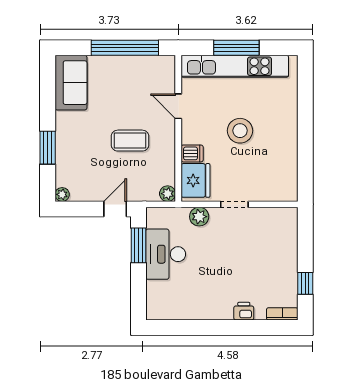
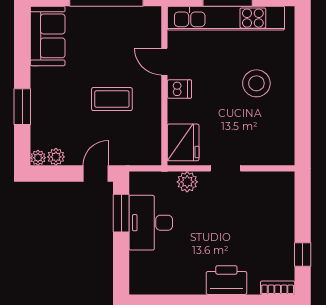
stool: (240, 131) -> (256, 83), moved
dishwasher: (192, 153) -> (179, 89), moved
plant: (168, 194) -> (56, 157), moved
printer: (244, 311) -> (226, 280), width x1.87, depth x1.48

